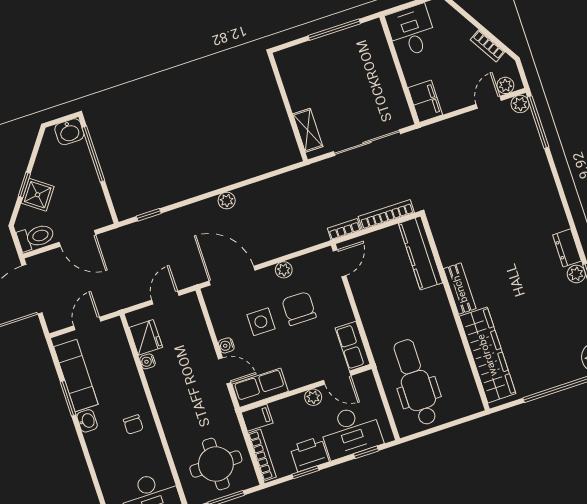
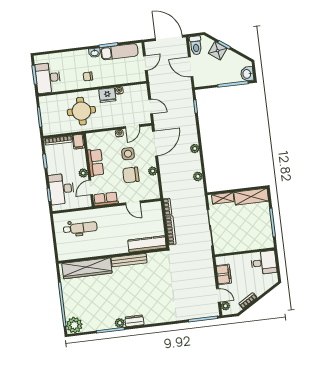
shelving: (294, 79) -> (251, 197), added
filing cabinet: (425, 101) -> (224, 274), moved, turned -90
plant: (520, 104) -> (198, 176), moved
door: (77, 238) -> (191, 67), hinge flipped
door: (339, 263) -> (133, 203), moved
bench: (460, 289) -> (129, 260), width x1.36
chair: (299, 309) -> (131, 175), turned 180
door: (87, 324) -> (145, 63), hinge flipped
fridge: (146, 337) -> (107, 95), moved
door: (225, 371) -> (132, 127), moved
dental chair: (416, 382) -> (80, 228), width x0.73, depth x0.72
row of seats: (260, 388) -> (96, 163), moved
printer: (309, 454) -> (54, 165), removed
round table: (216, 464) -> (81, 111), moved

